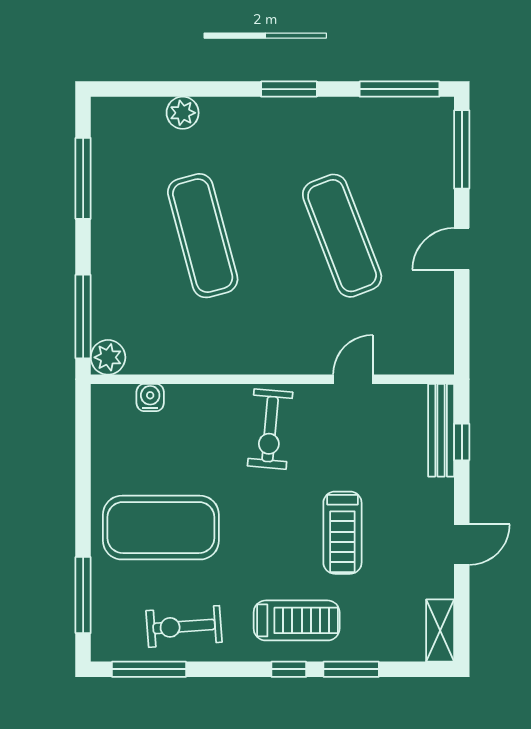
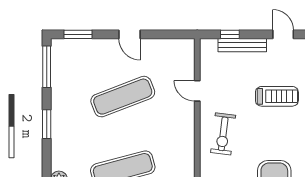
window: (462, 149) -> (78, 34), width x0.69
exercise bike: (270, 429) -> (223, 134), turned 92
bench: (441, 430) -> (242, 45), moved

